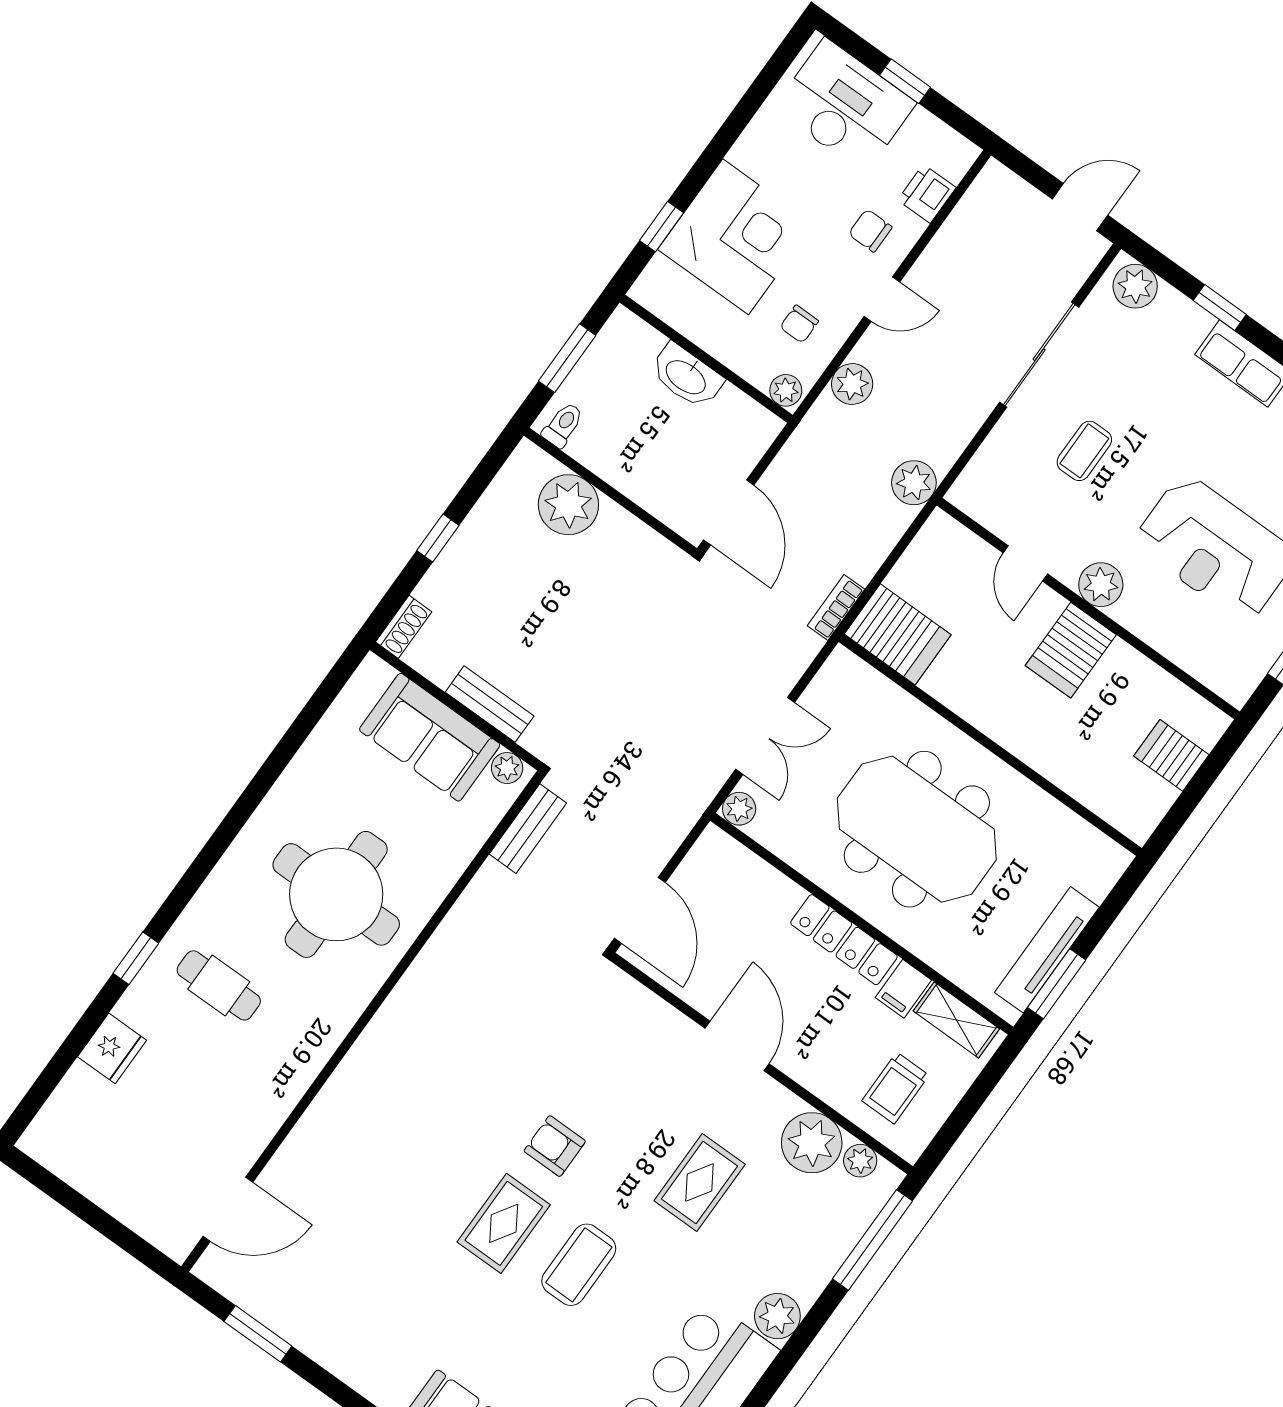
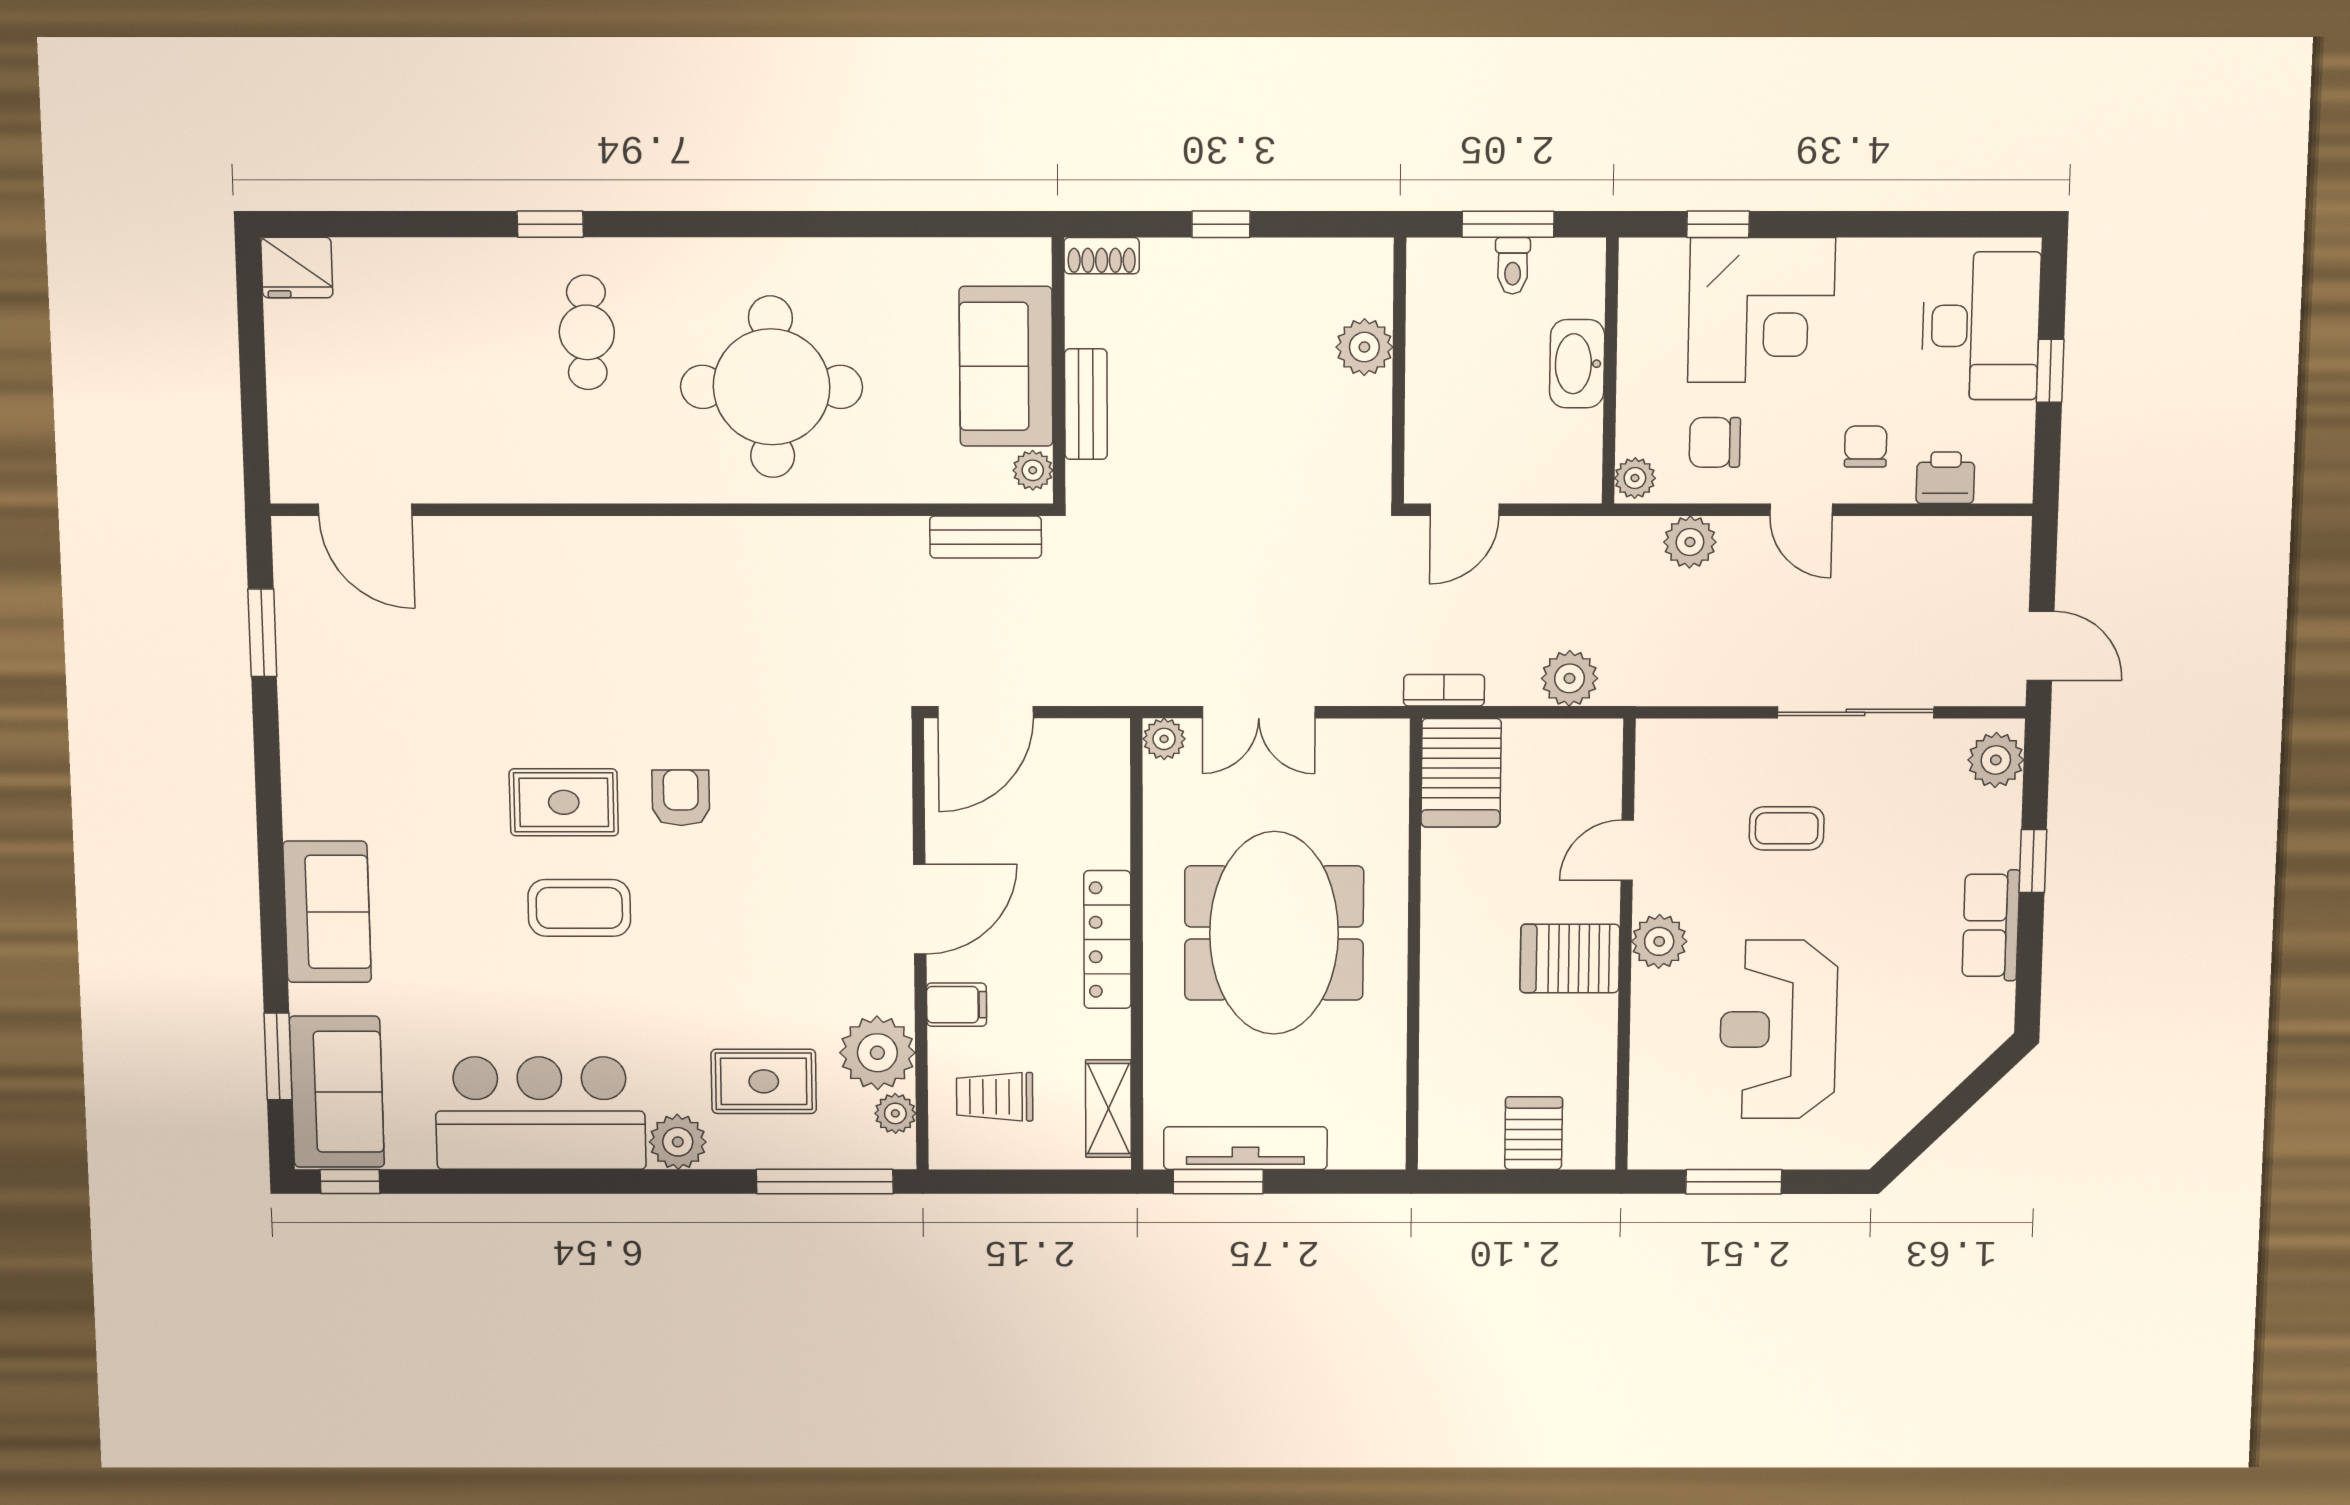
chair: (799, 324) -> (1715, 442), width x1.37, depth x1.37
toilet: (563, 425) -> (1513, 266), moved, turned 90
plant: (914, 483) -> (1569, 678), moved
plant: (568, 505) -> (1364, 347), width x0.73, depth x0.73
door: (729, 512) -> (1465, 510), width x0.73
filing cabinet: (903, 989) -> (957, 1005), moved, turned 180
fridge: (112, 1048) -> (297, 268), moved
rug: (700, 1182) -> (764, 1081), moved

